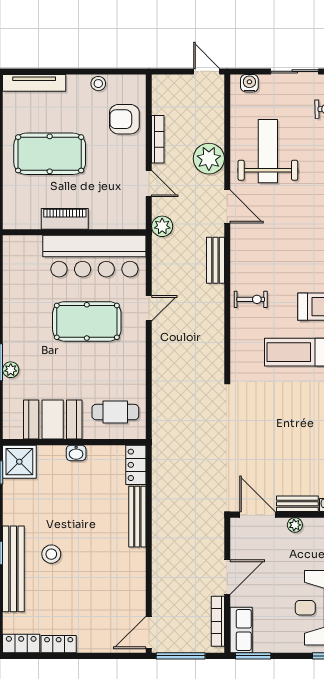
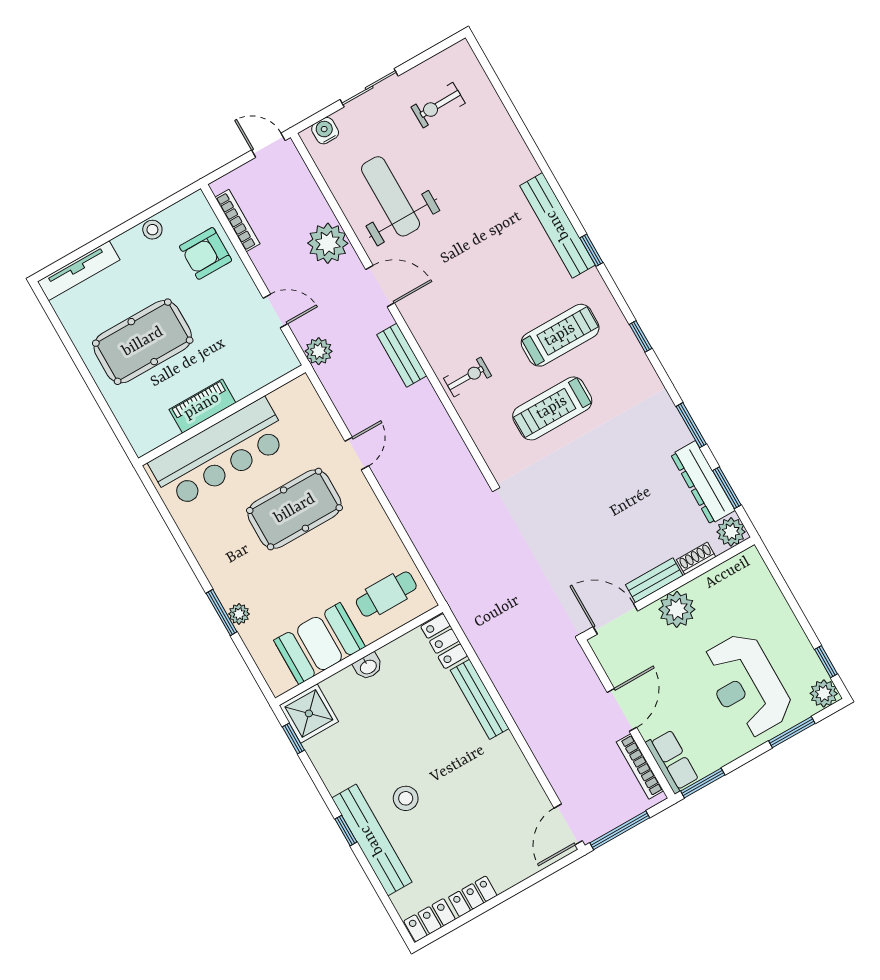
bookcase: (158, 139) -> (238, 221), moved
bar counter: (94, 256) -> (219, 453), moved
plant: (295, 525) -> (677, 609), width x1.87, depth x1.87

